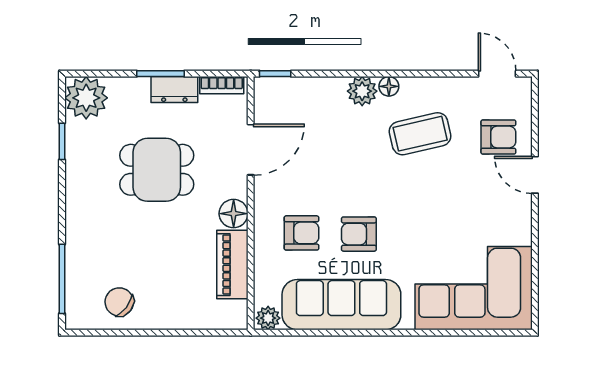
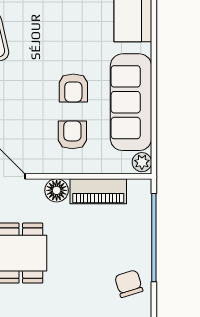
chair: (119, 302) -> (129, 284), turned 126
window: (176, 333) -> (154, 238), added

